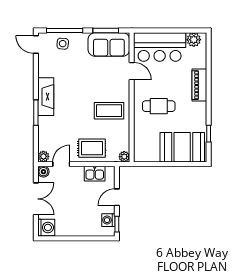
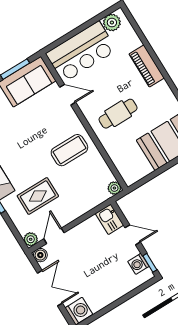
rug: (92, 148) -> (38, 196), moved
kitchen sink: (95, 174) -> (110, 219), moved, turned 90
door: (117, 197) -> (133, 235), swing flipped

